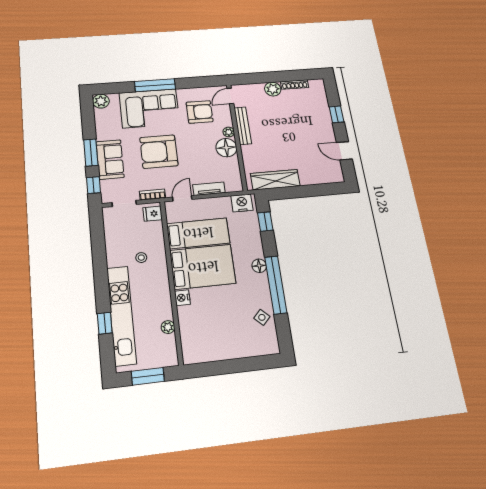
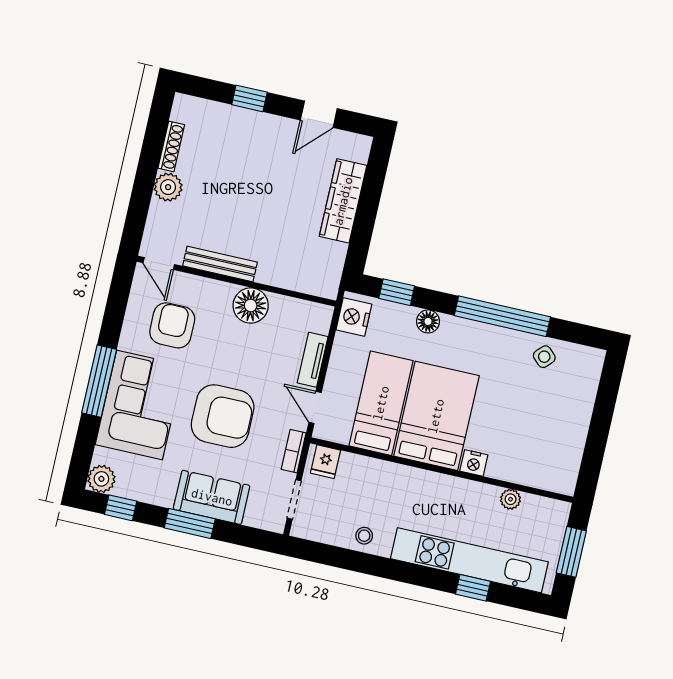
plant: (229, 132) -> (224, 291), removed
armchair: (159, 152) -> (223, 416), turned -90
wardrobe: (275, 180) -> (343, 201), moved
window: (93, 185) -> (121, 508), moved
stool: (141, 258) -> (364, 536), moved
floor lamp: (259, 266) -> (428, 321), moved

